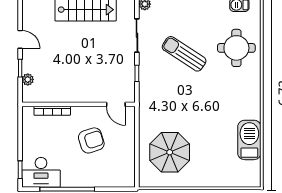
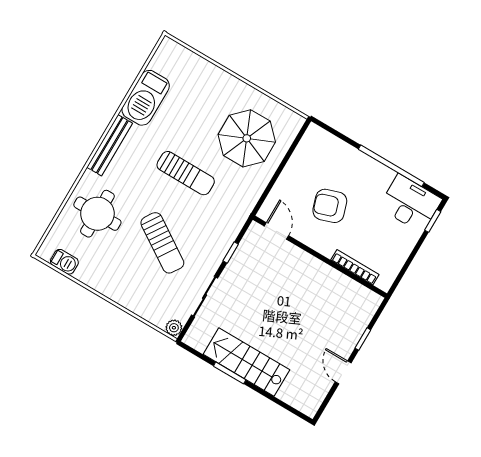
plant: (28, 79) -> (362, 321), removed
bench: (254, 96) -> (110, 145), added
sun lounger: (195, 107) -> (186, 173), added

